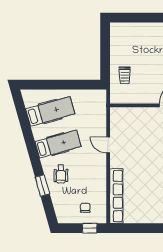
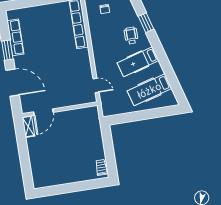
trolley: (125, 75) -> (101, 167), moved
door: (108, 145) -> (96, 85), moved

